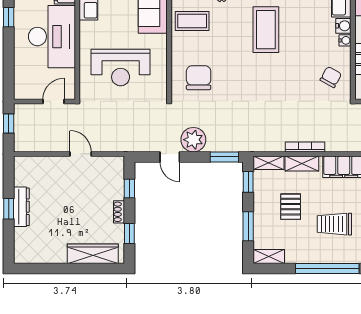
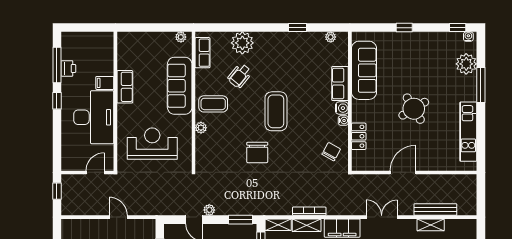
plant: (178, 49) -> (201, 128), added
reception desk: (121, 67) -> (152, 144), turned 180
chair: (199, 78) -> (257, 152), moved, turned 180
plant: (193, 140) -> (209, 210), width x0.53, depth x0.53

